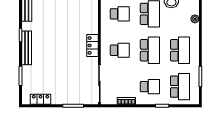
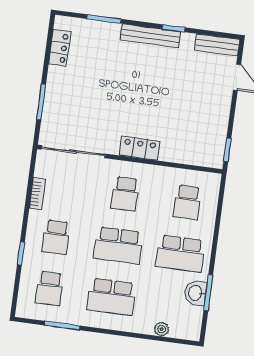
school desk: (180, 87) -> (49, 288), width x0.54

